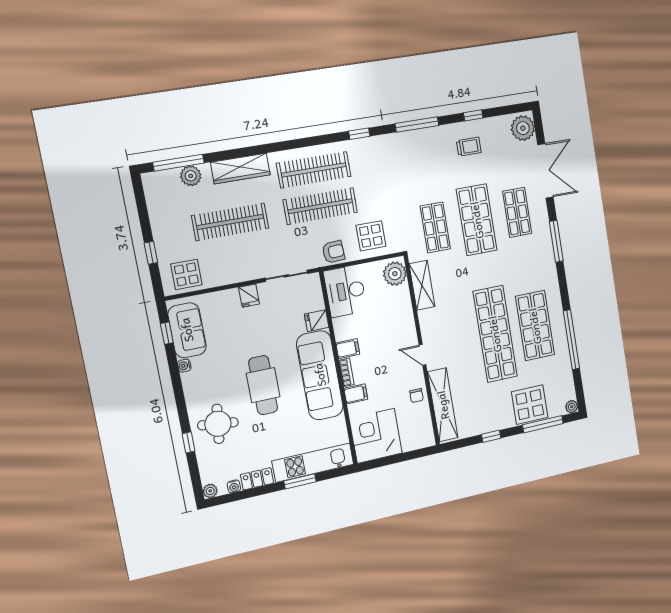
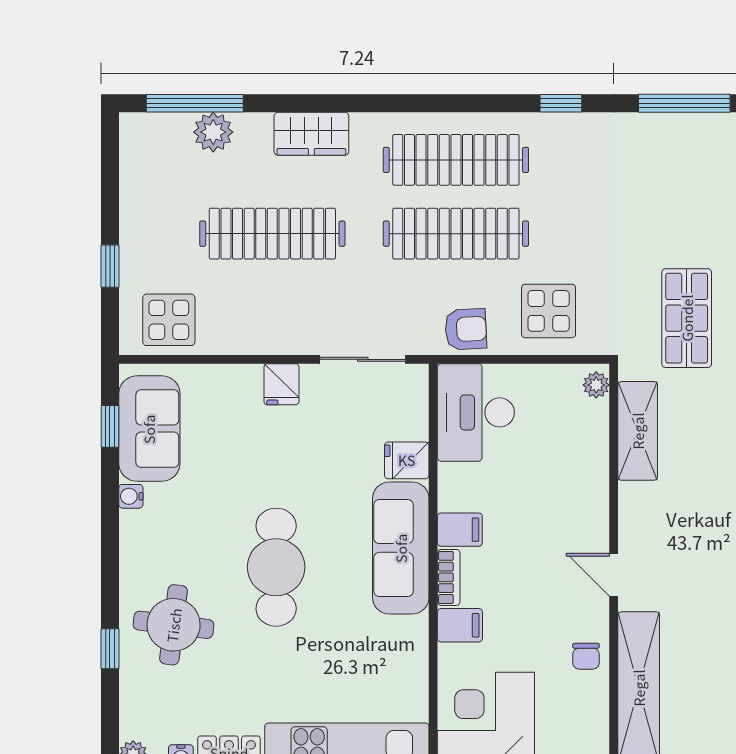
wardrobe: (240, 169) -> (311, 134), width x0.67
plant: (395, 274) -> (596, 385), width x0.53, depth x0.53
sofa: (320, 375) -> (401, 548), width x0.74, depth x0.79

